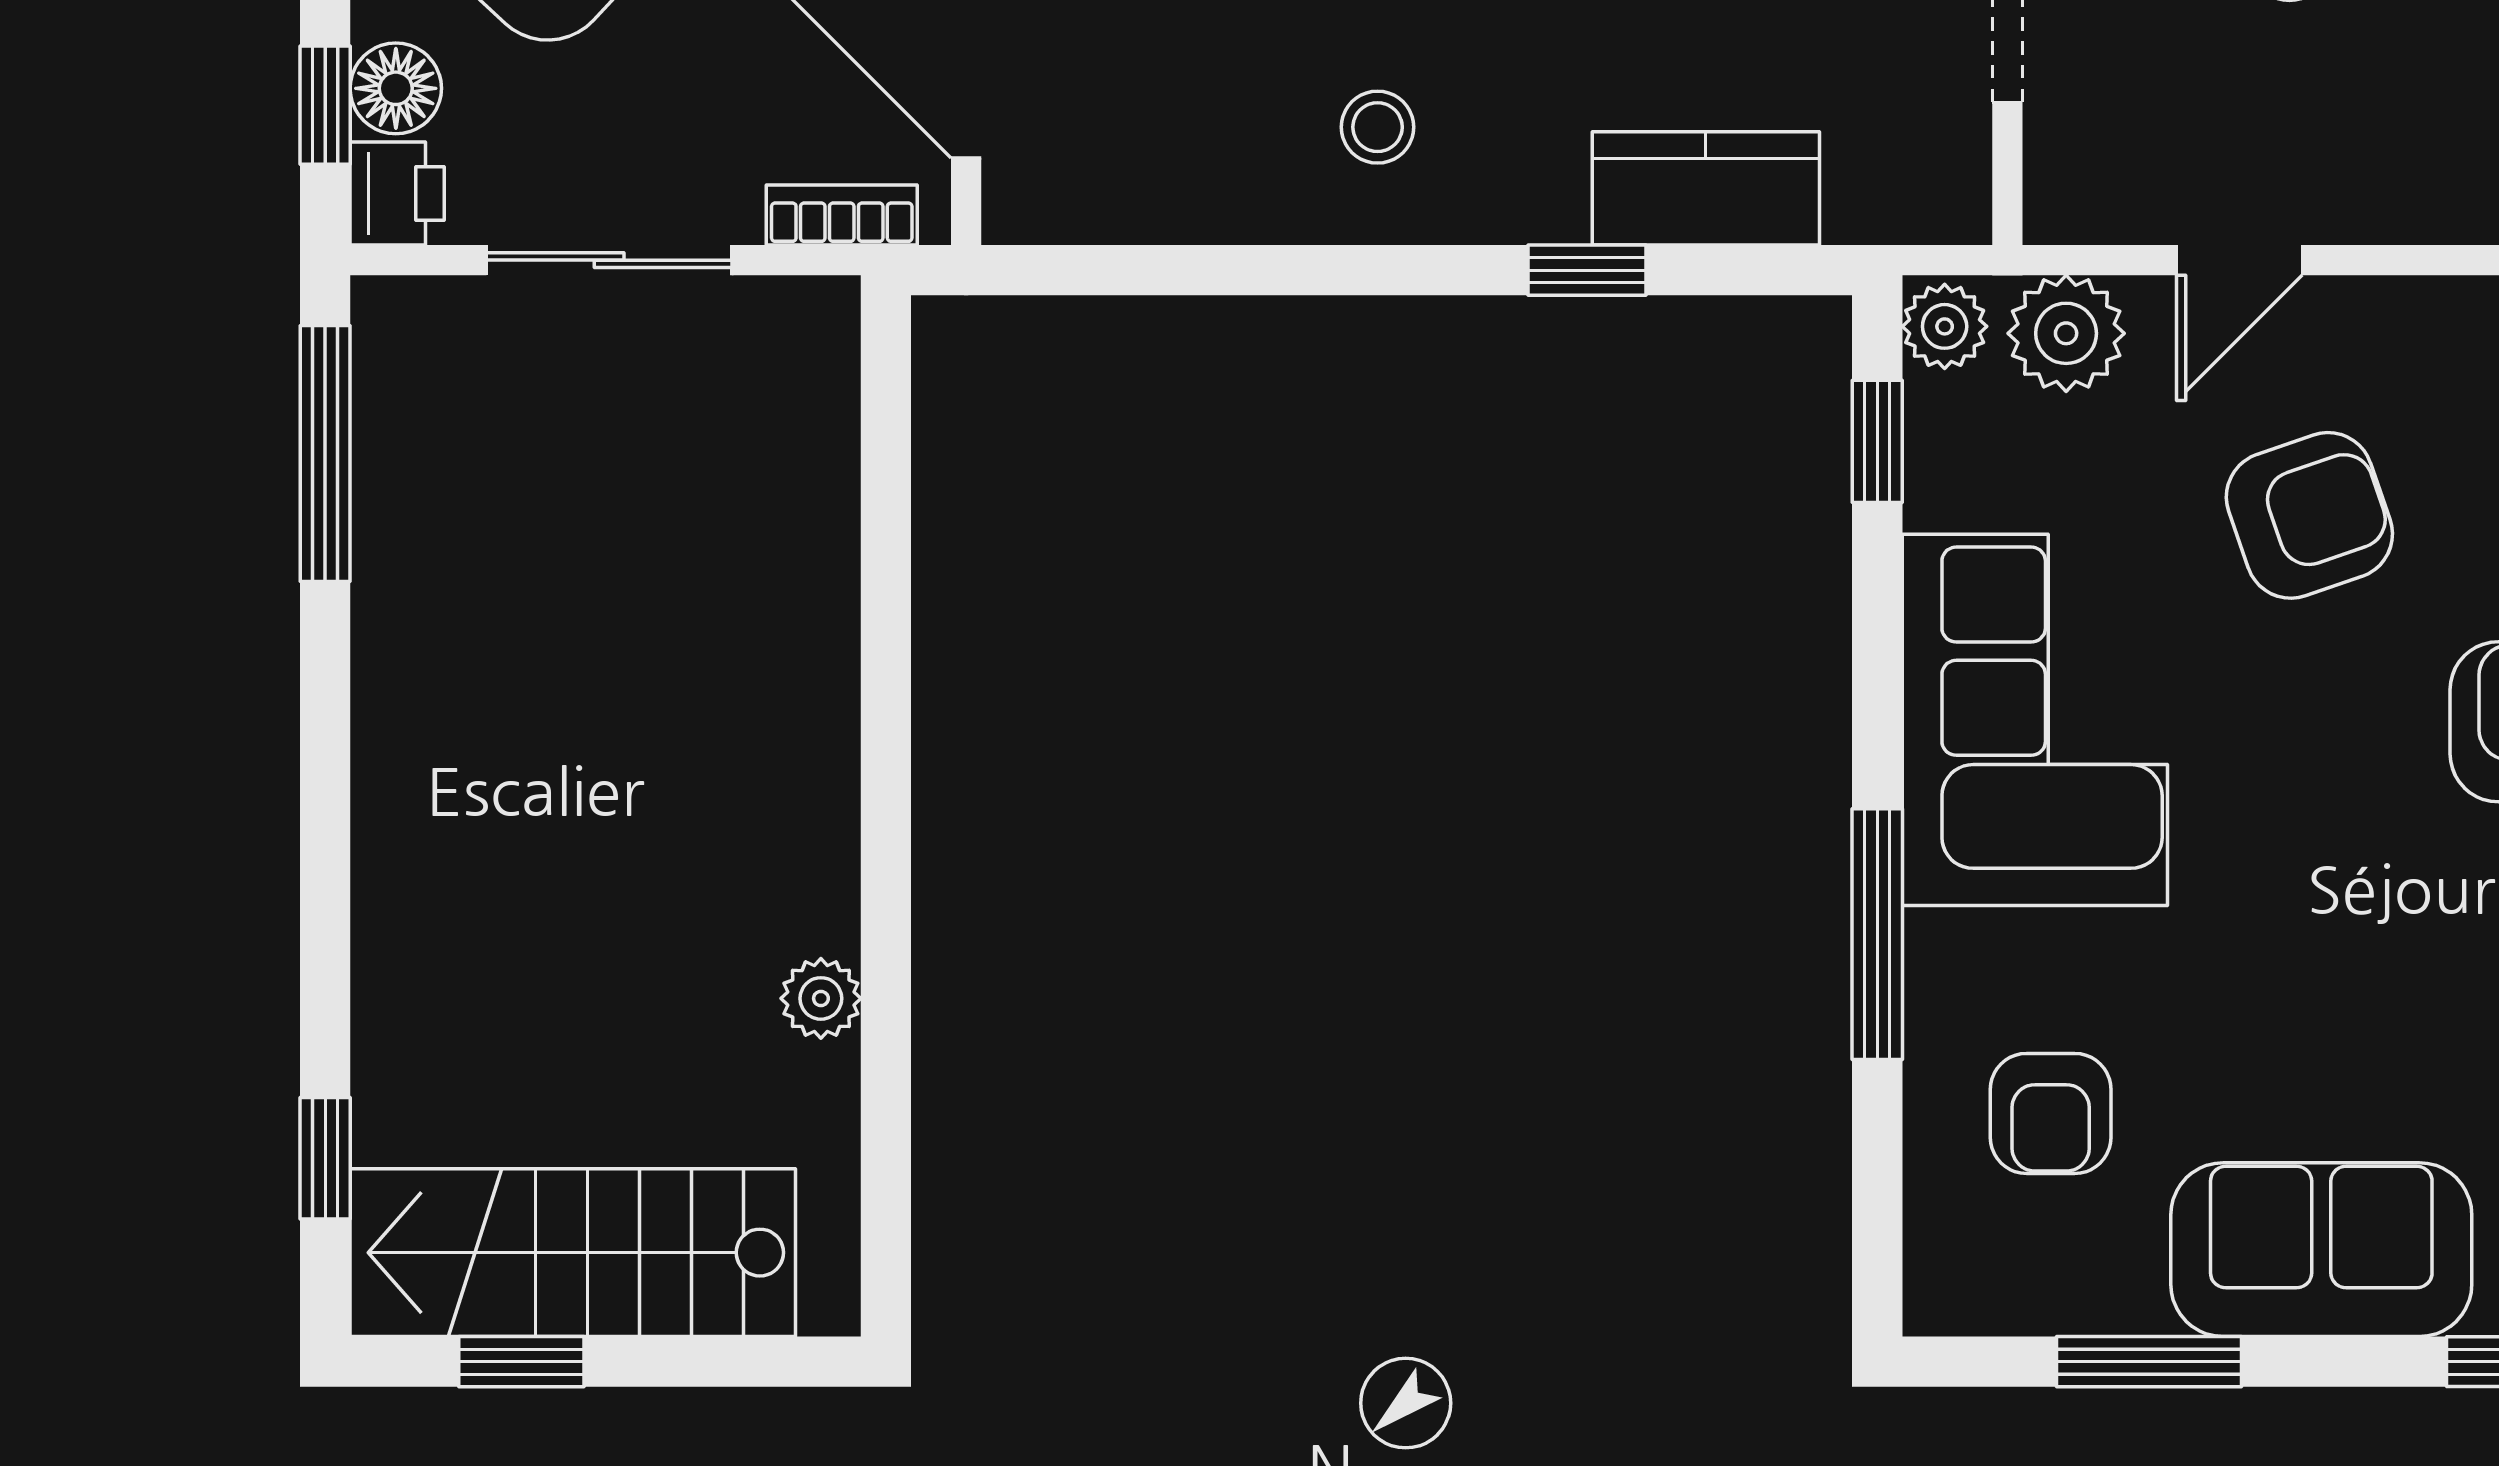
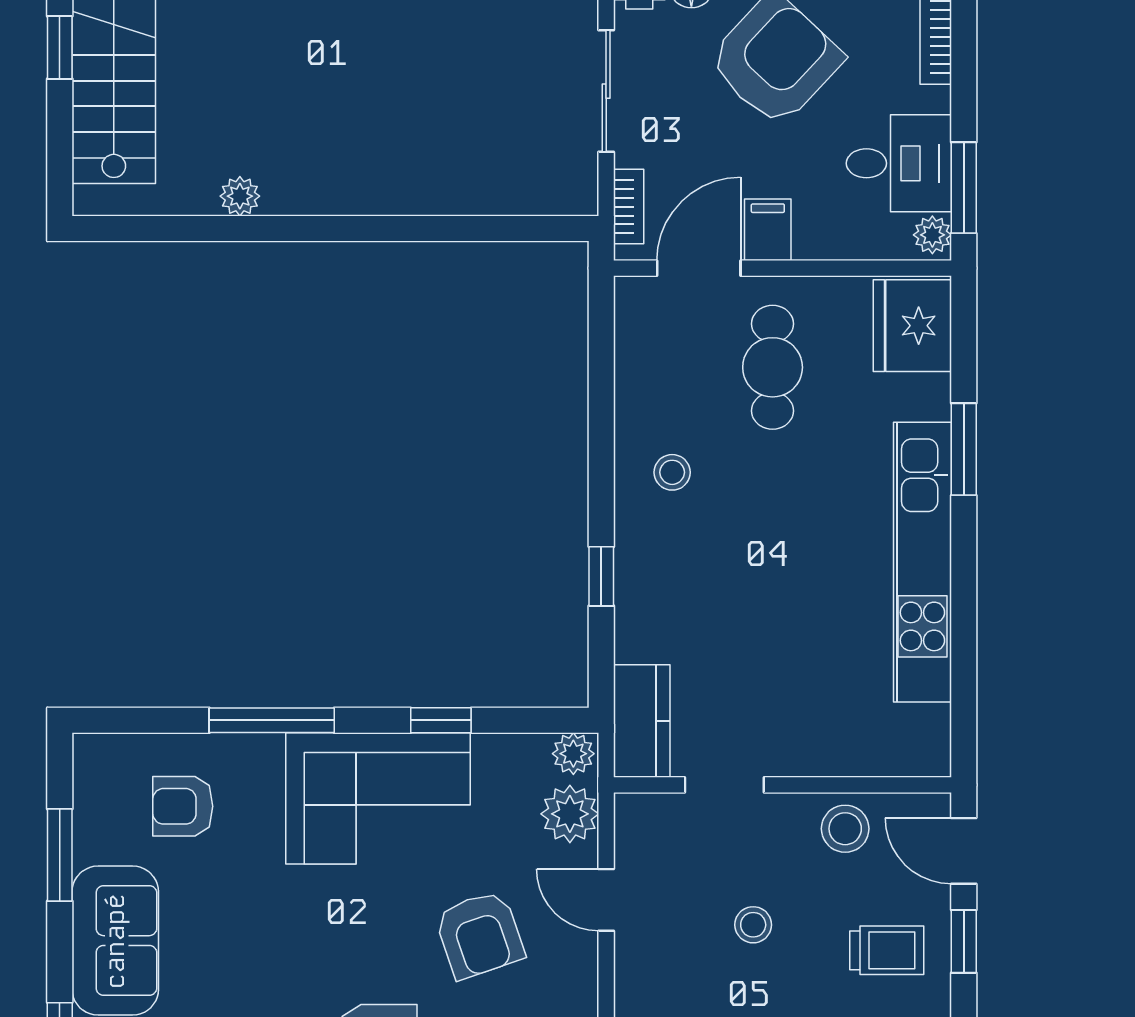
kitchen counter: (1706, 188) -> (642, 721), moved
window: (1877, 441) -> (441, 720), moved

